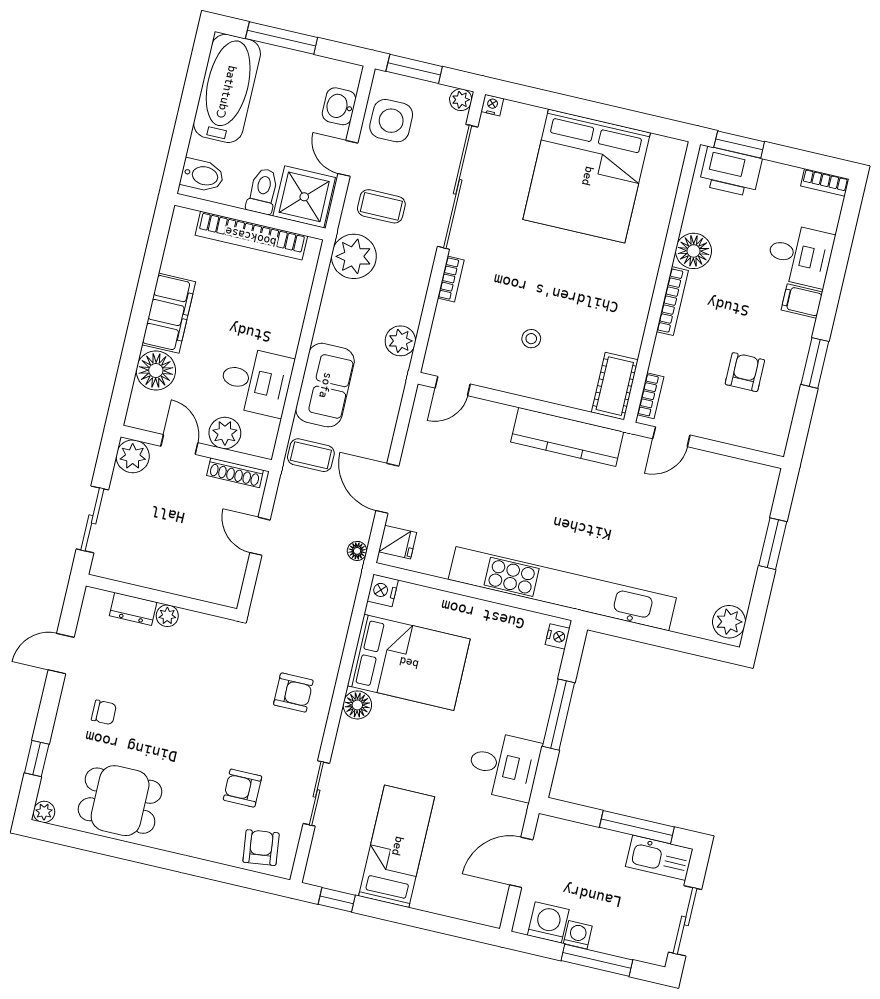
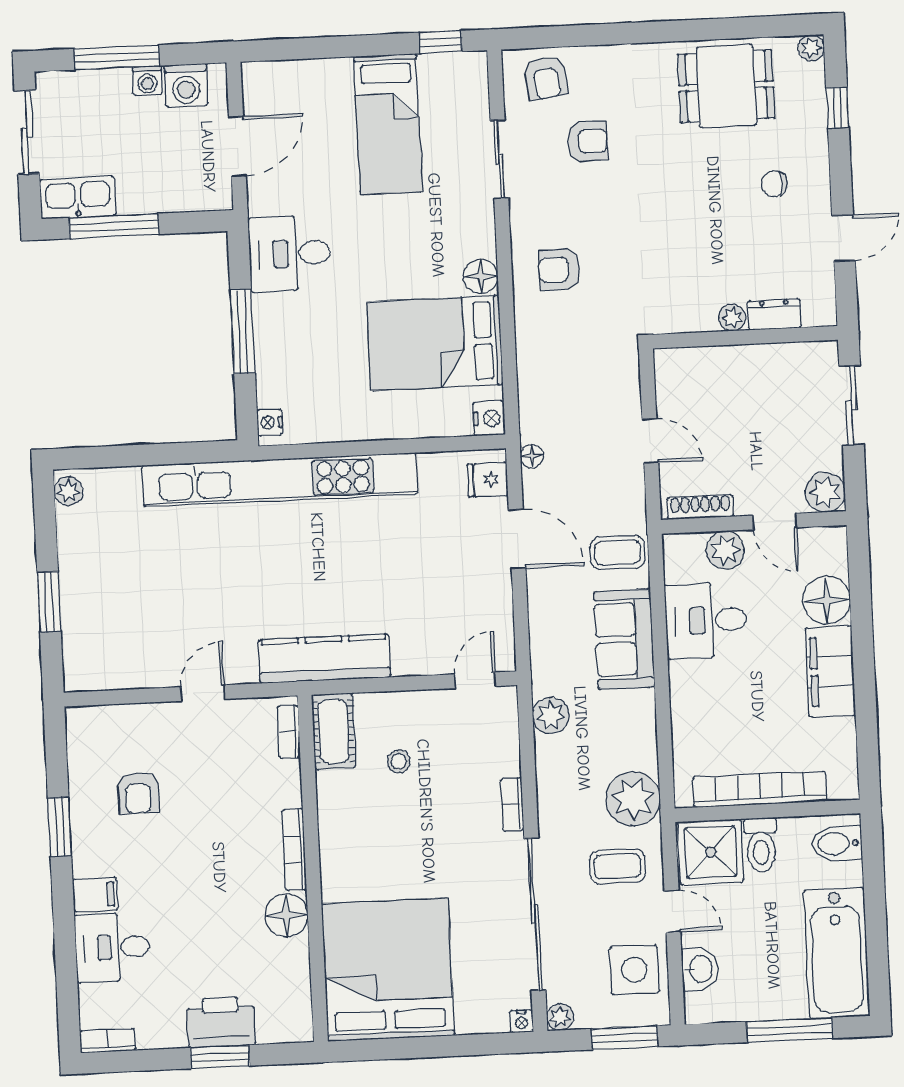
floor lamp: (693, 251) -> (286, 915), moved
wall: (662, 282) -> (313, 868), moved
bookcase: (672, 301) -> (294, 850), moved
cot: (615, 386) -> (334, 731), moved
bookcase: (650, 396) -> (289, 732), moved
plant: (729, 622) -> (69, 491), width x0.73, depth x0.73

